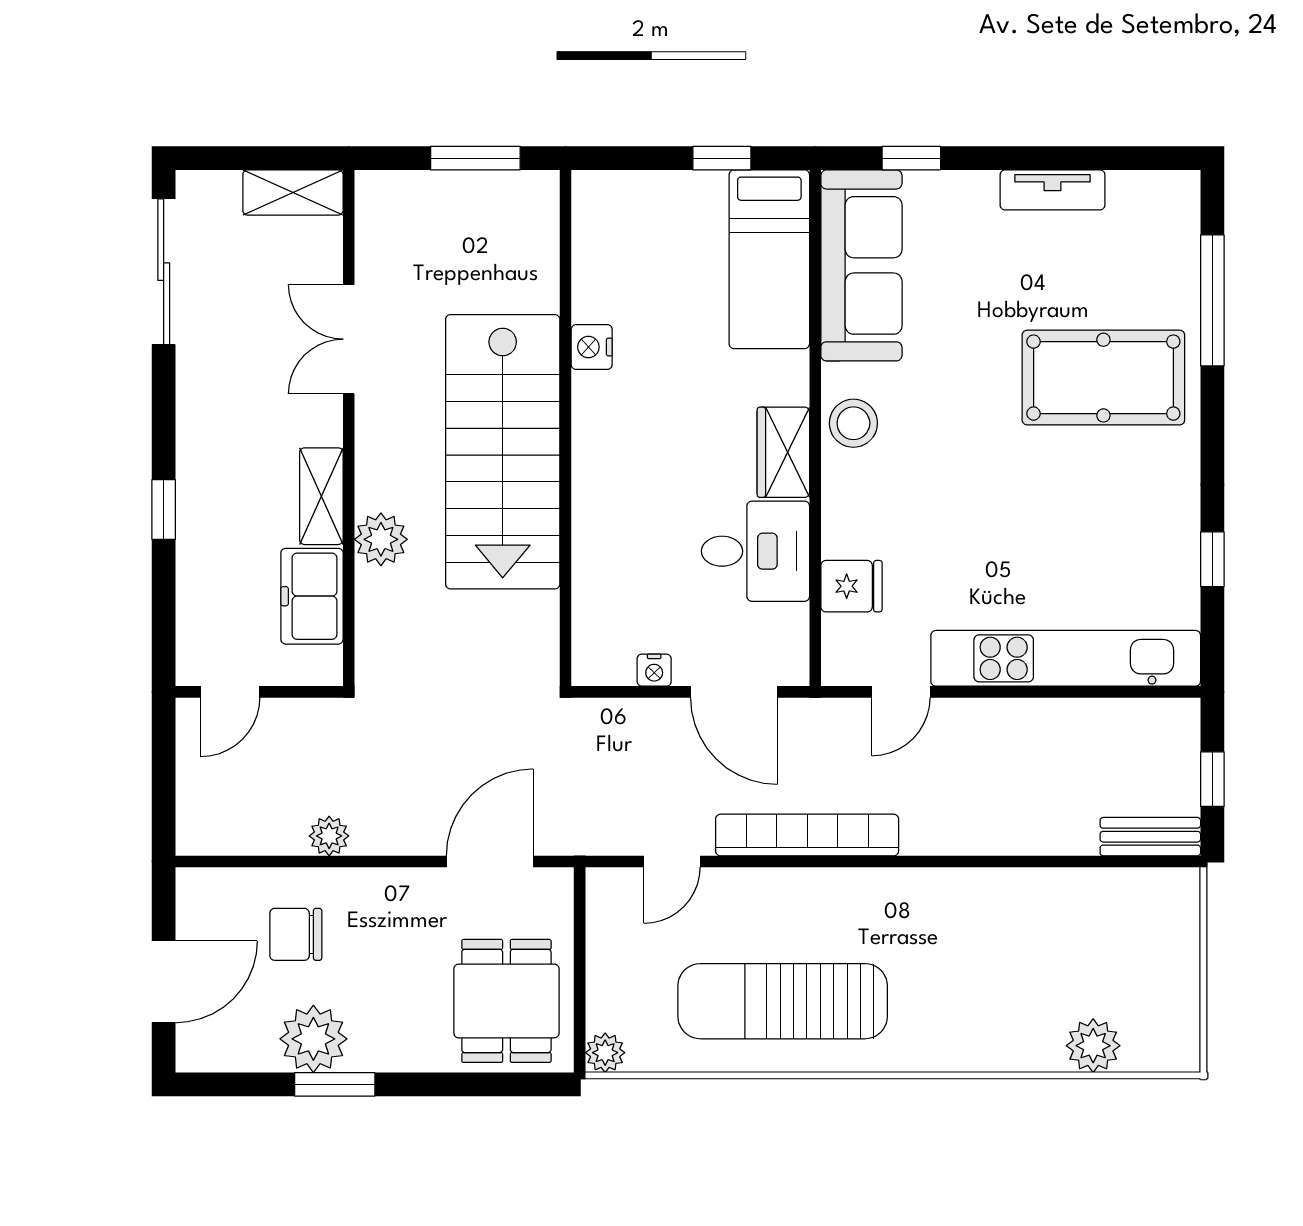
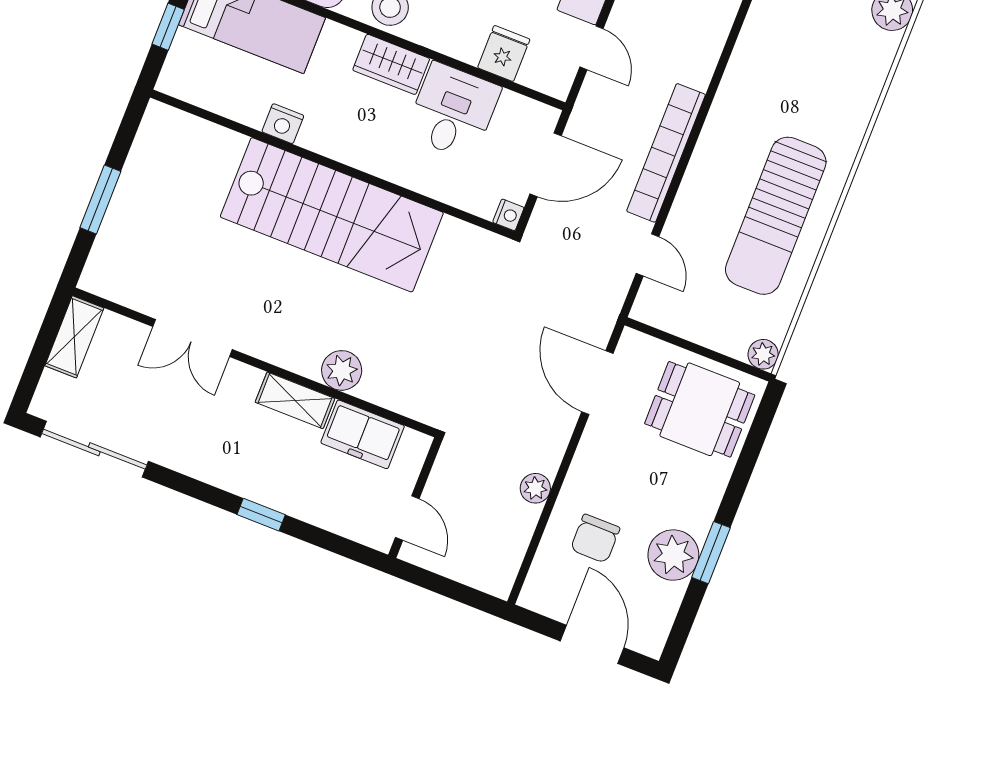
nightstand: (592, 347) -> (283, 124), moved
wall: (566, 428) -> (332, 164), moved
stairs: (503, 452) -> (332, 215), moved

